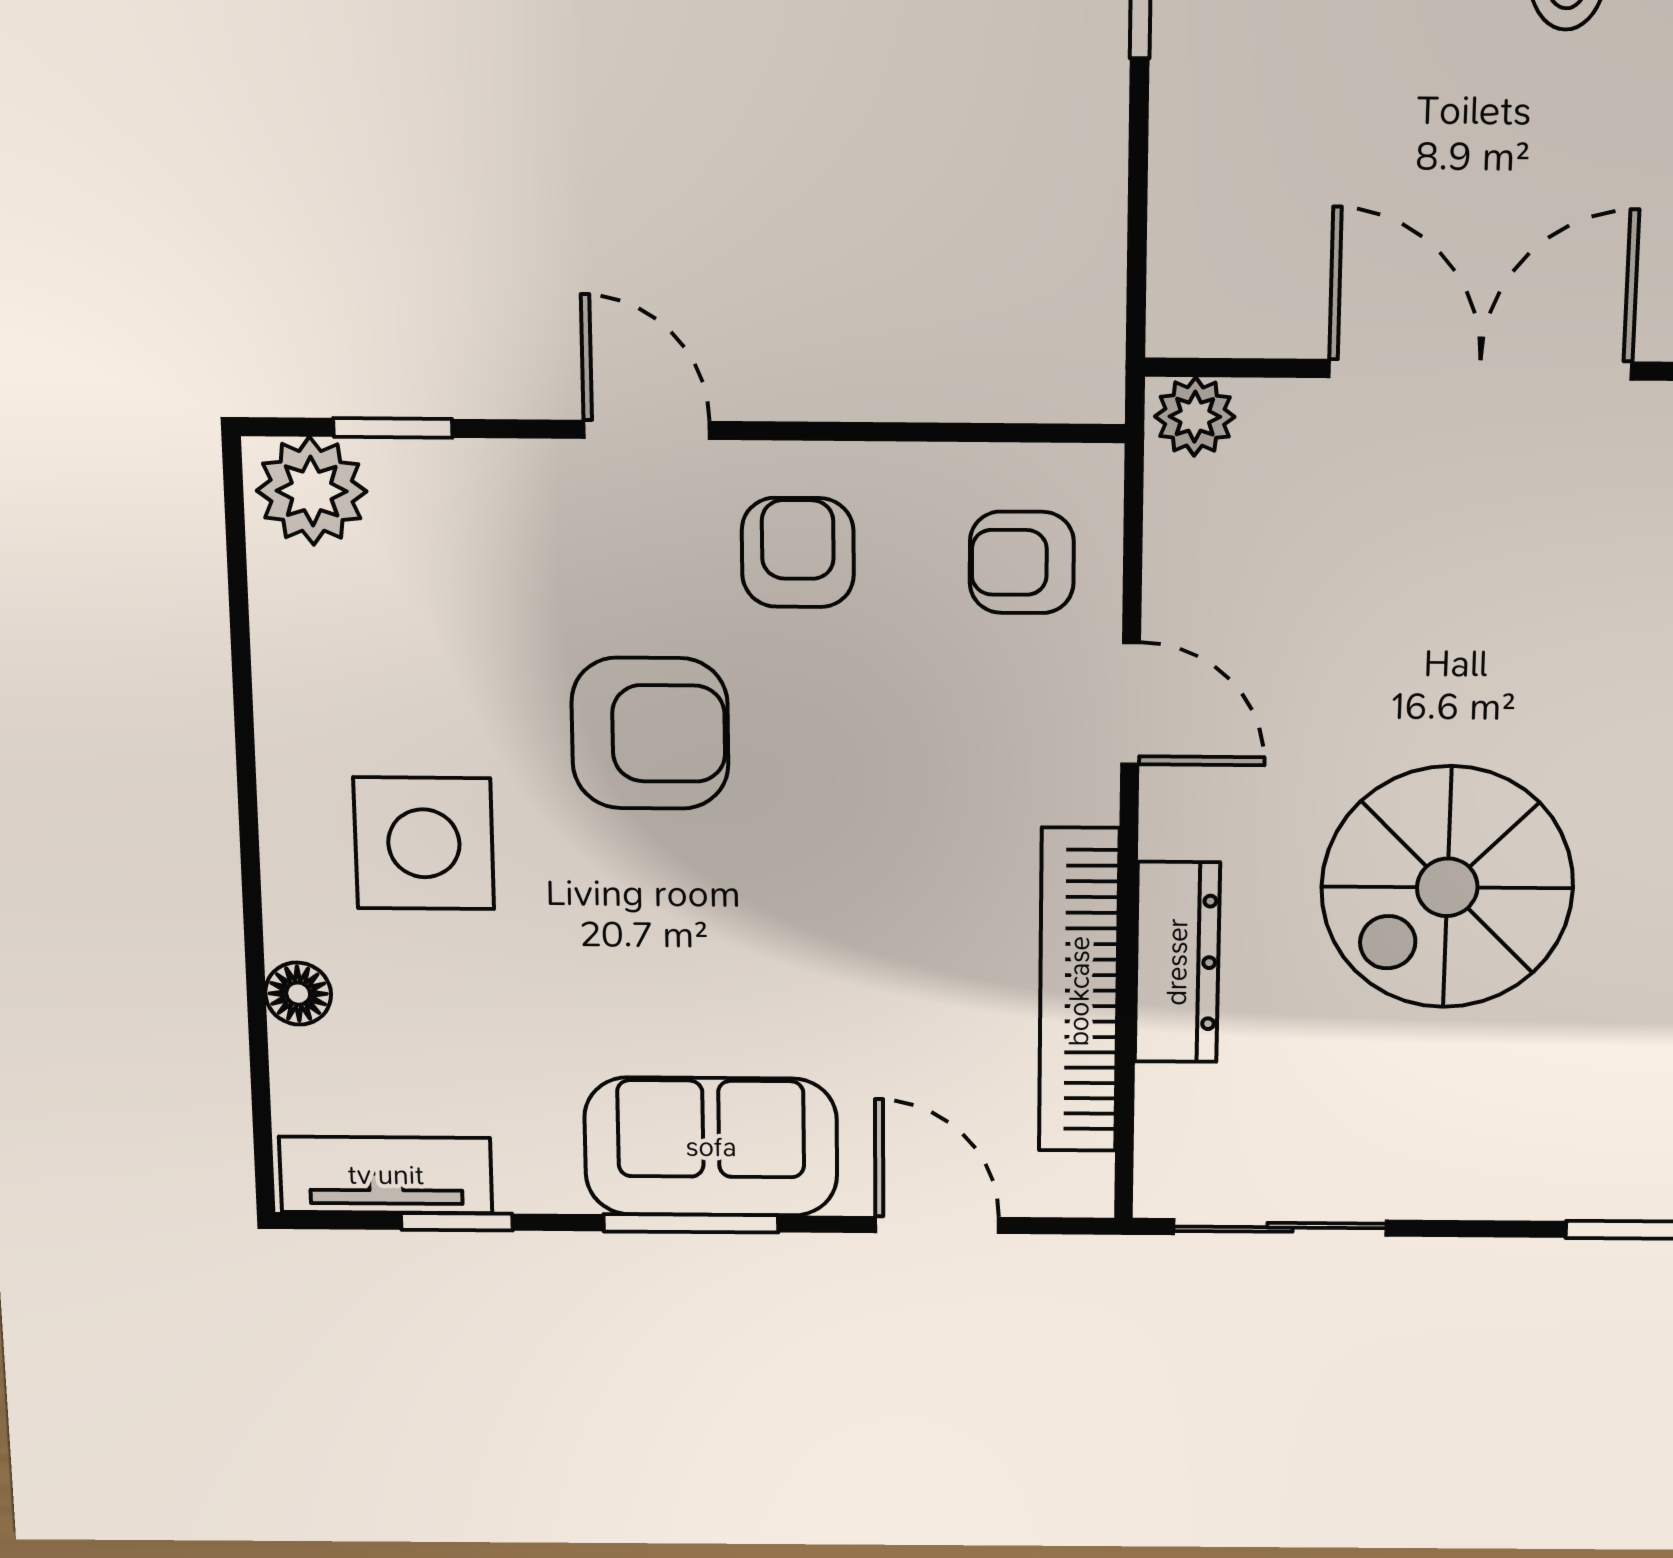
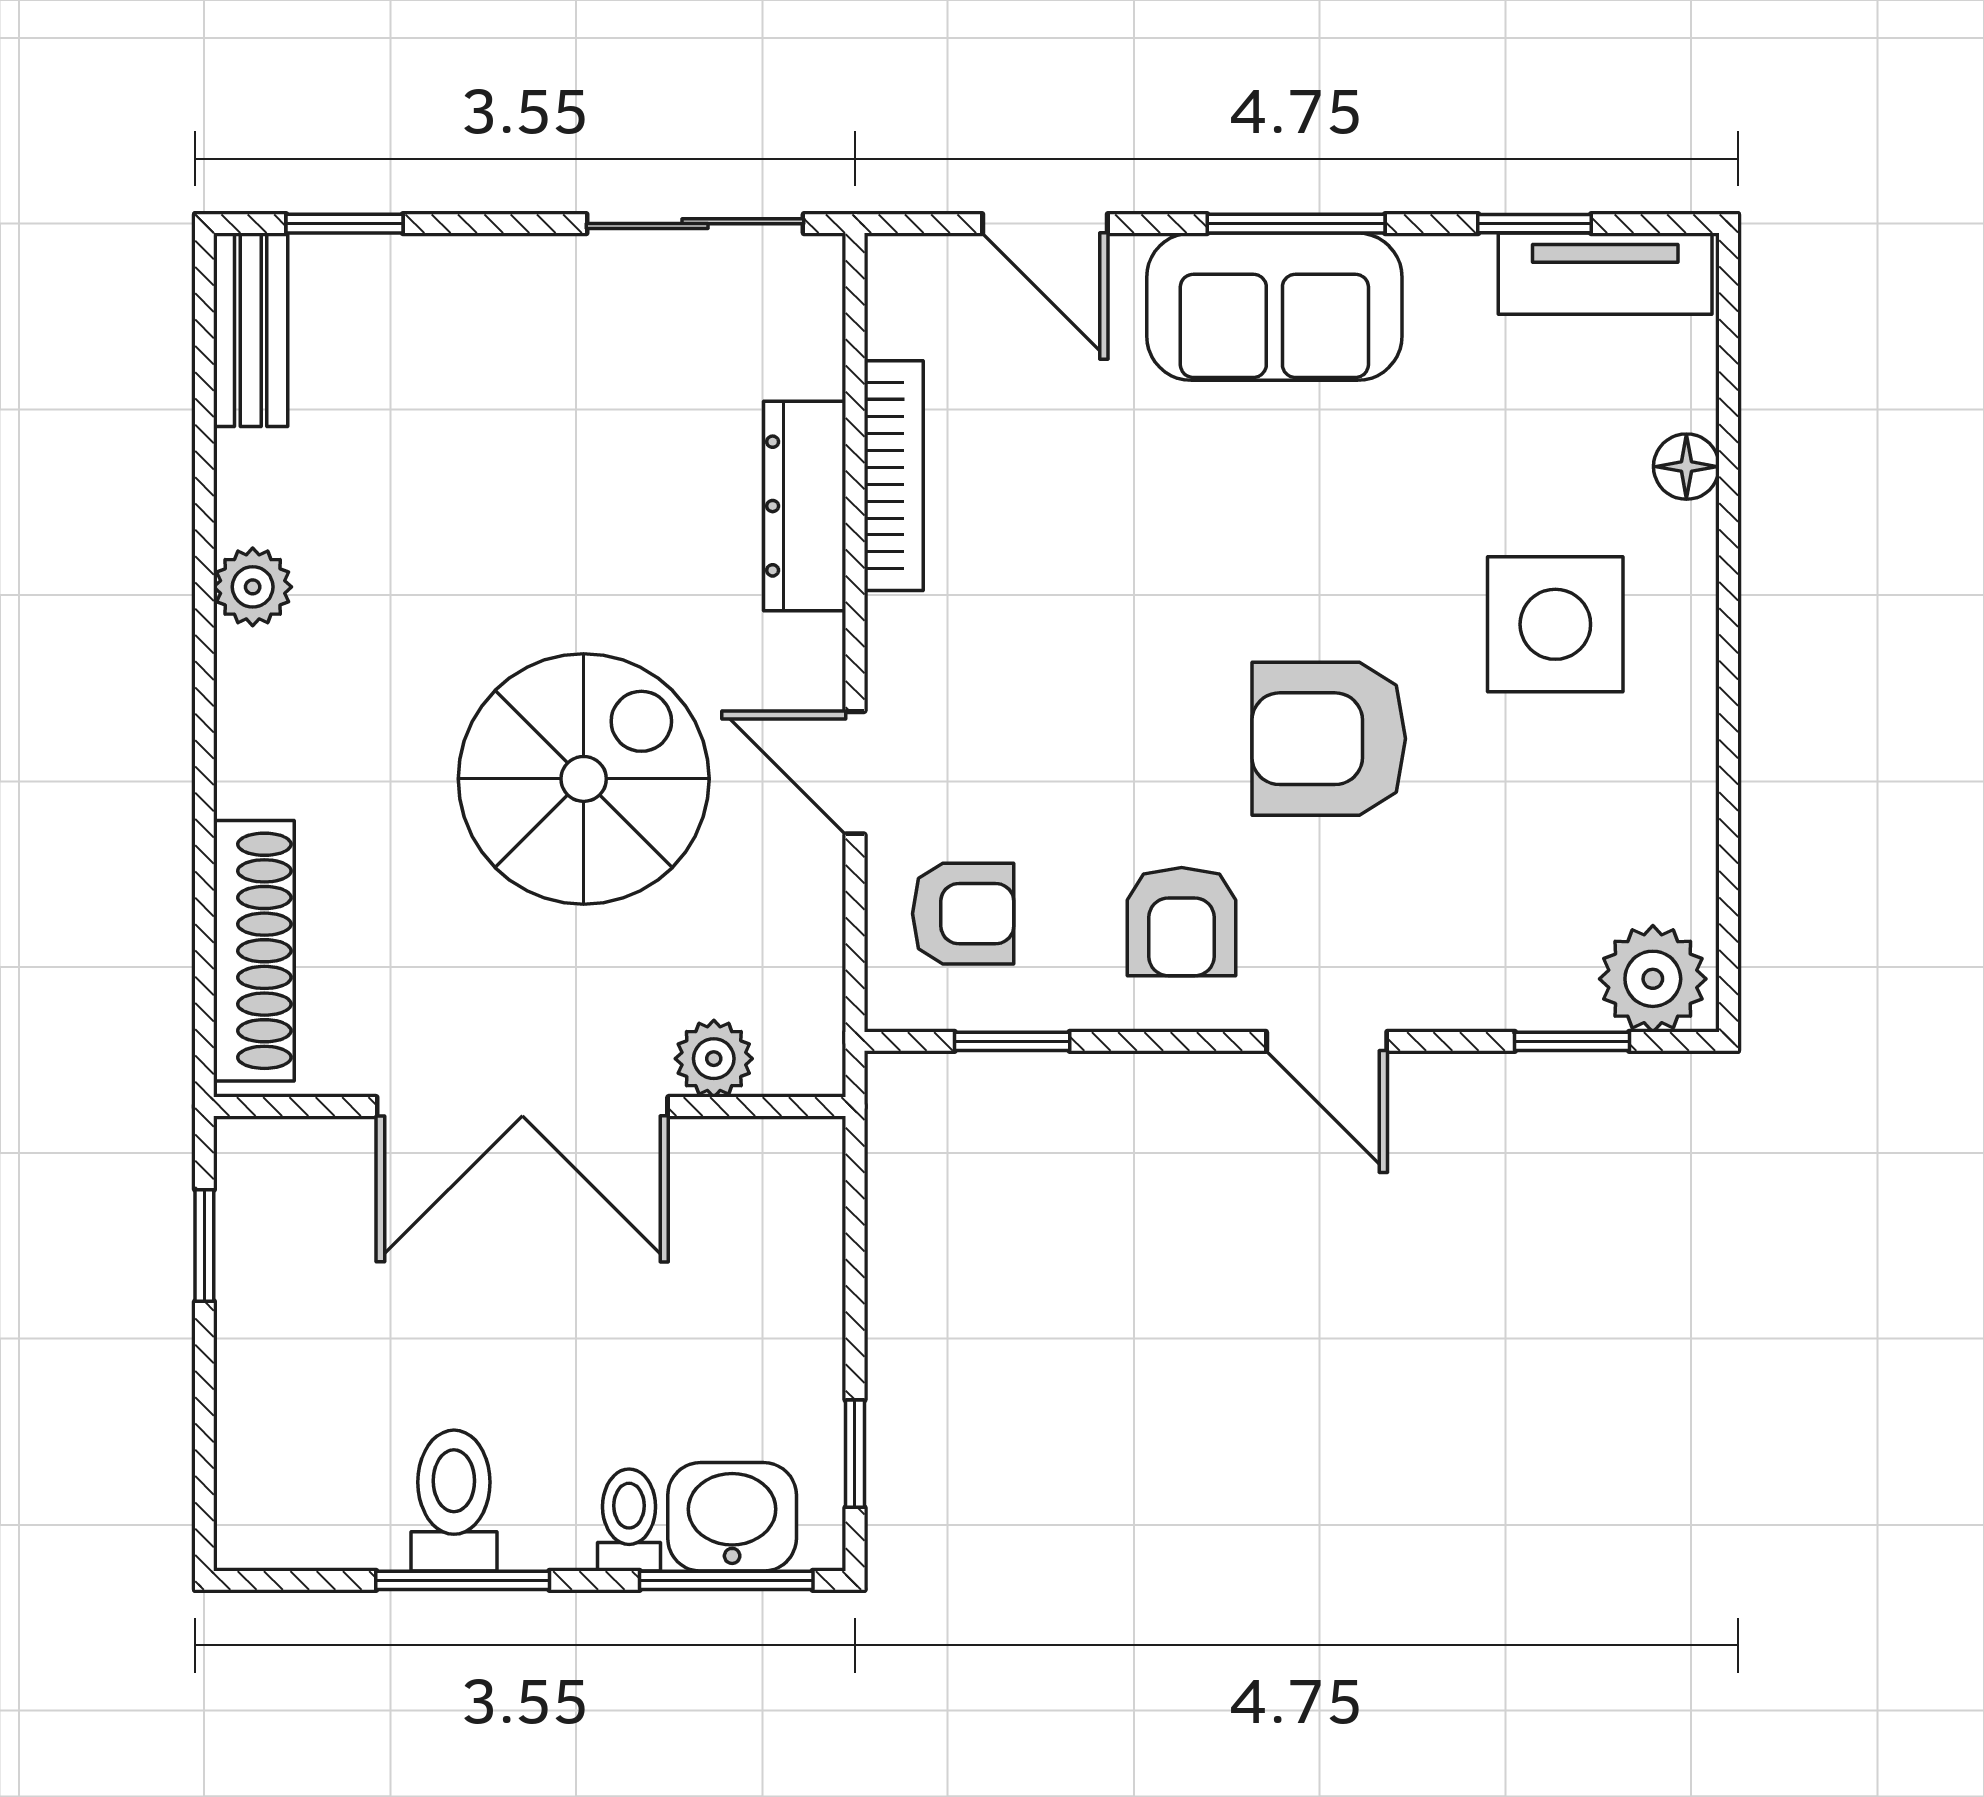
plant: (1195, 417) -> (714, 1059), moved
window: (972, 432) -> (1012, 1041), added
spiral stairs: (1447, 887) -> (584, 779), moved
bookcase: (1079, 991) -> (894, 476), width x0.68, depth x0.76

